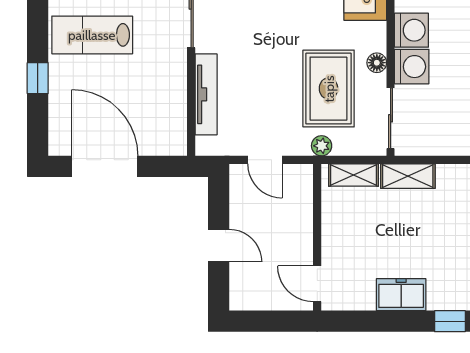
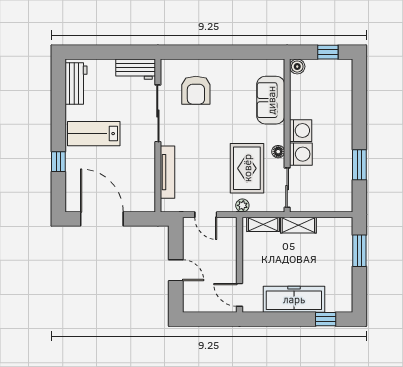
freezer: (401, 295) -> (294, 299), width x1.91, depth x1.26

